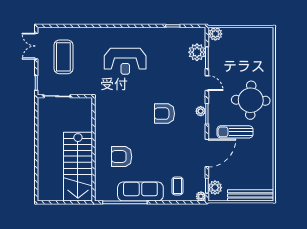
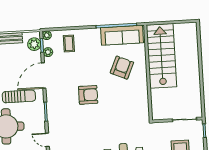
plant: (201, 111) -> (48, 52), moved
armchair: (164, 114) -> (88, 95), moved
armchair: (122, 157) -> (122, 68), turned -66
sofa: (140, 192) -> (122, 35), moved

